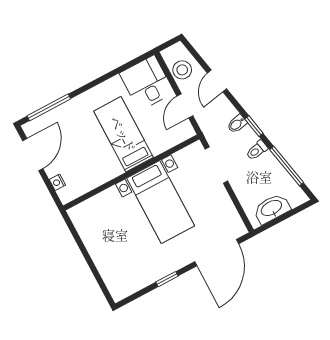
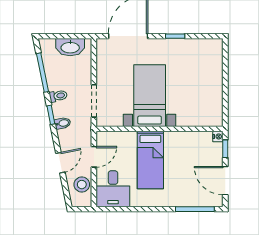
door: (33, 155) -> (225, 181), hinge flipped
nightstand: (57, 182) -> (218, 136), moved
window: (51, 188) -> (225, 149), added

